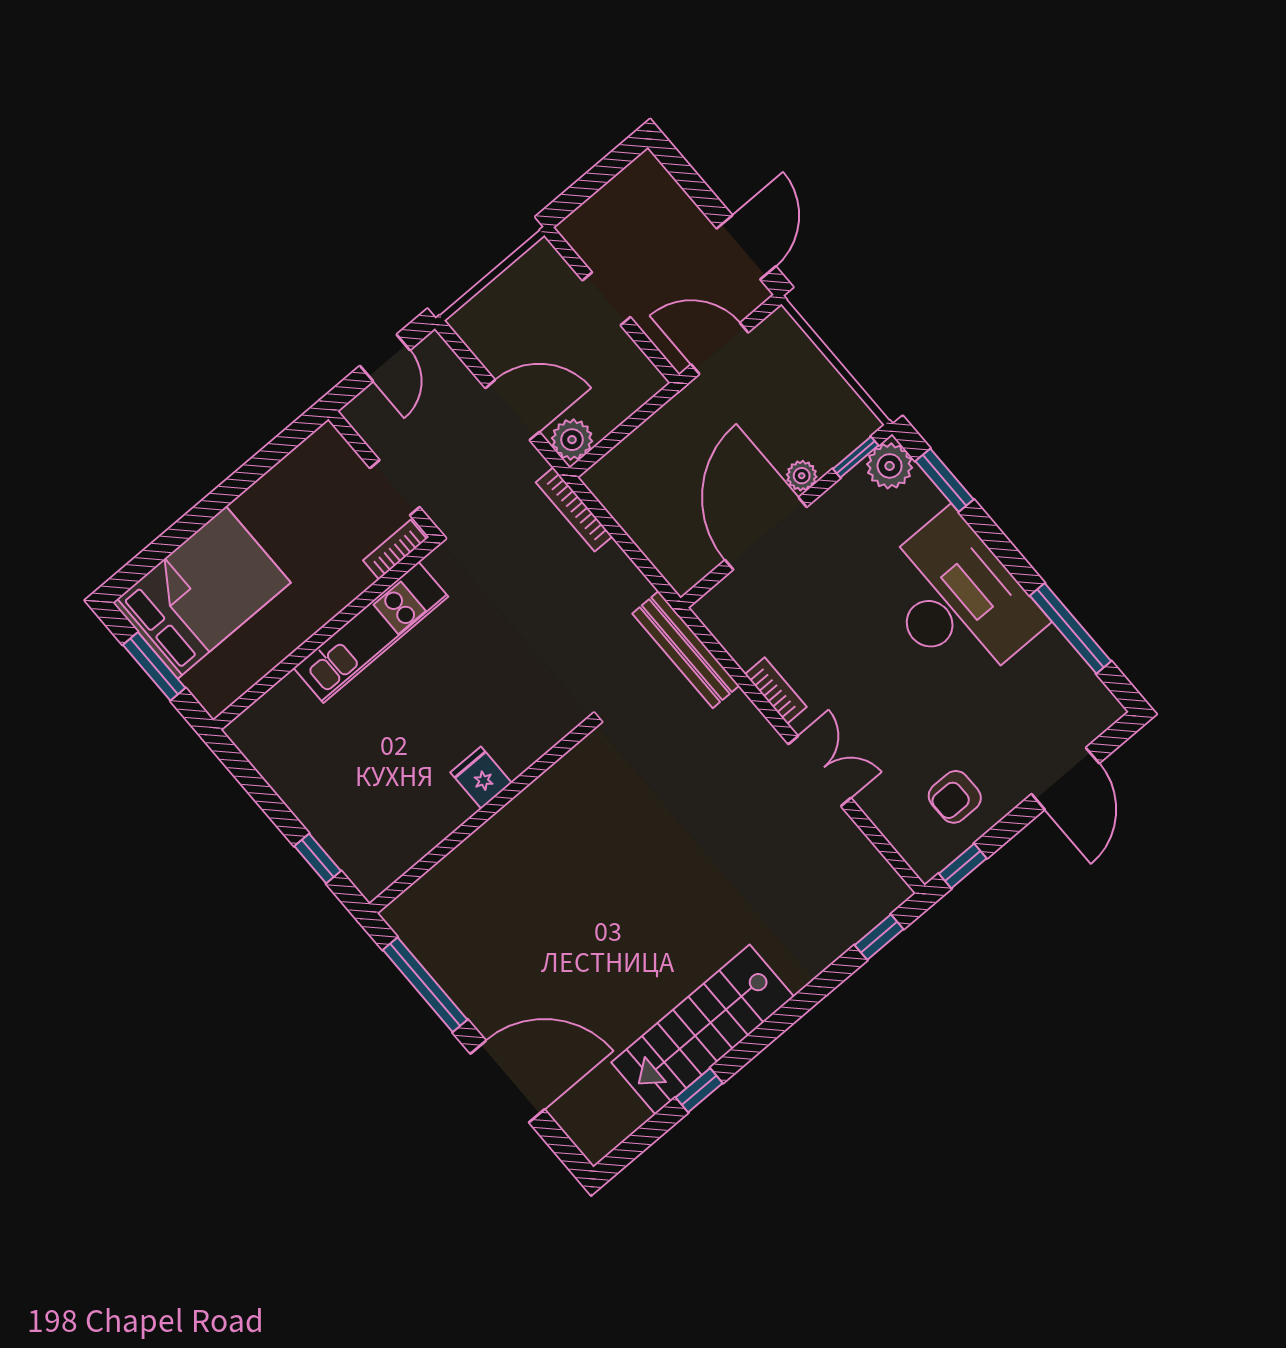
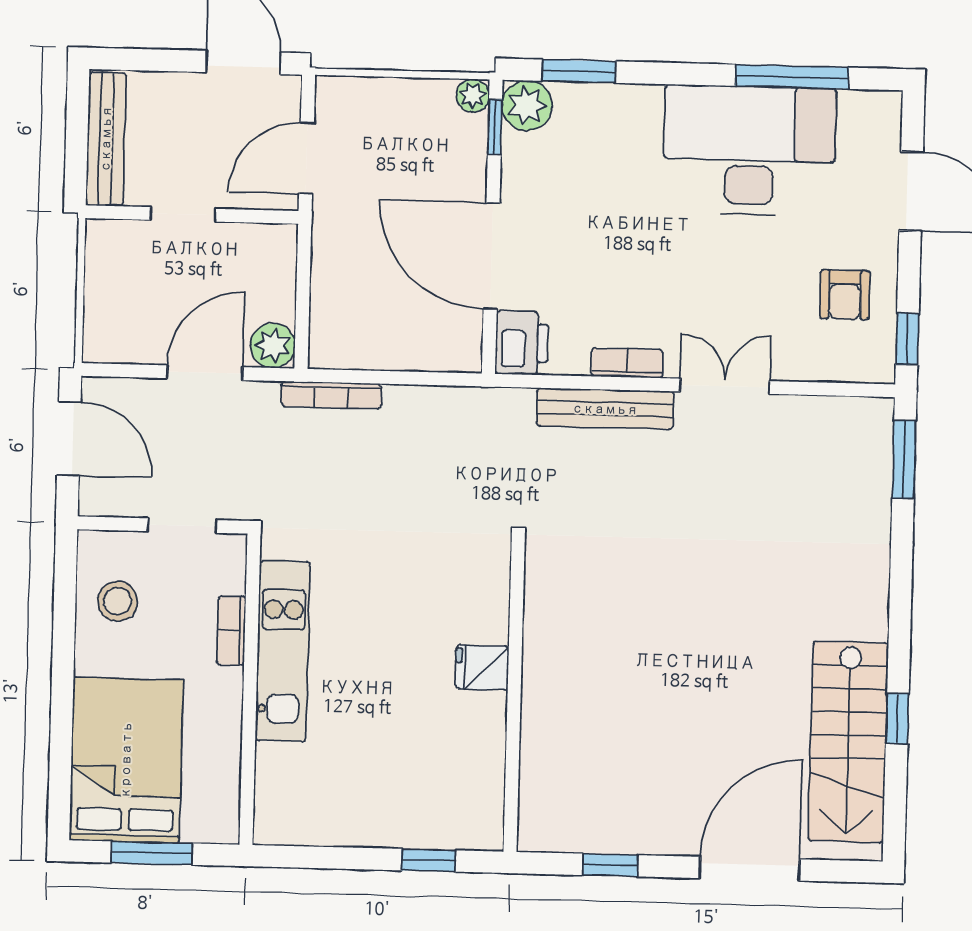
bench: (611, 201) -> (106, 139), added
door: (385, 358) -> (69, 439), width x1.38
plant: (802, 476) -> (473, 96), moved
stool: (304, 490) -> (118, 601), added
bookcase: (395, 550) -> (231, 630), moved
desk: (957, 600) -> (750, 150), moved
printer: (726, 607) -> (522, 343), added
bench: (686, 650) -> (605, 409), moved
window: (879, 937) -> (904, 459), width x1.50
window: (425, 985) -> (610, 865), width x0.46
stairs: (703, 1029) -> (848, 742), moved

